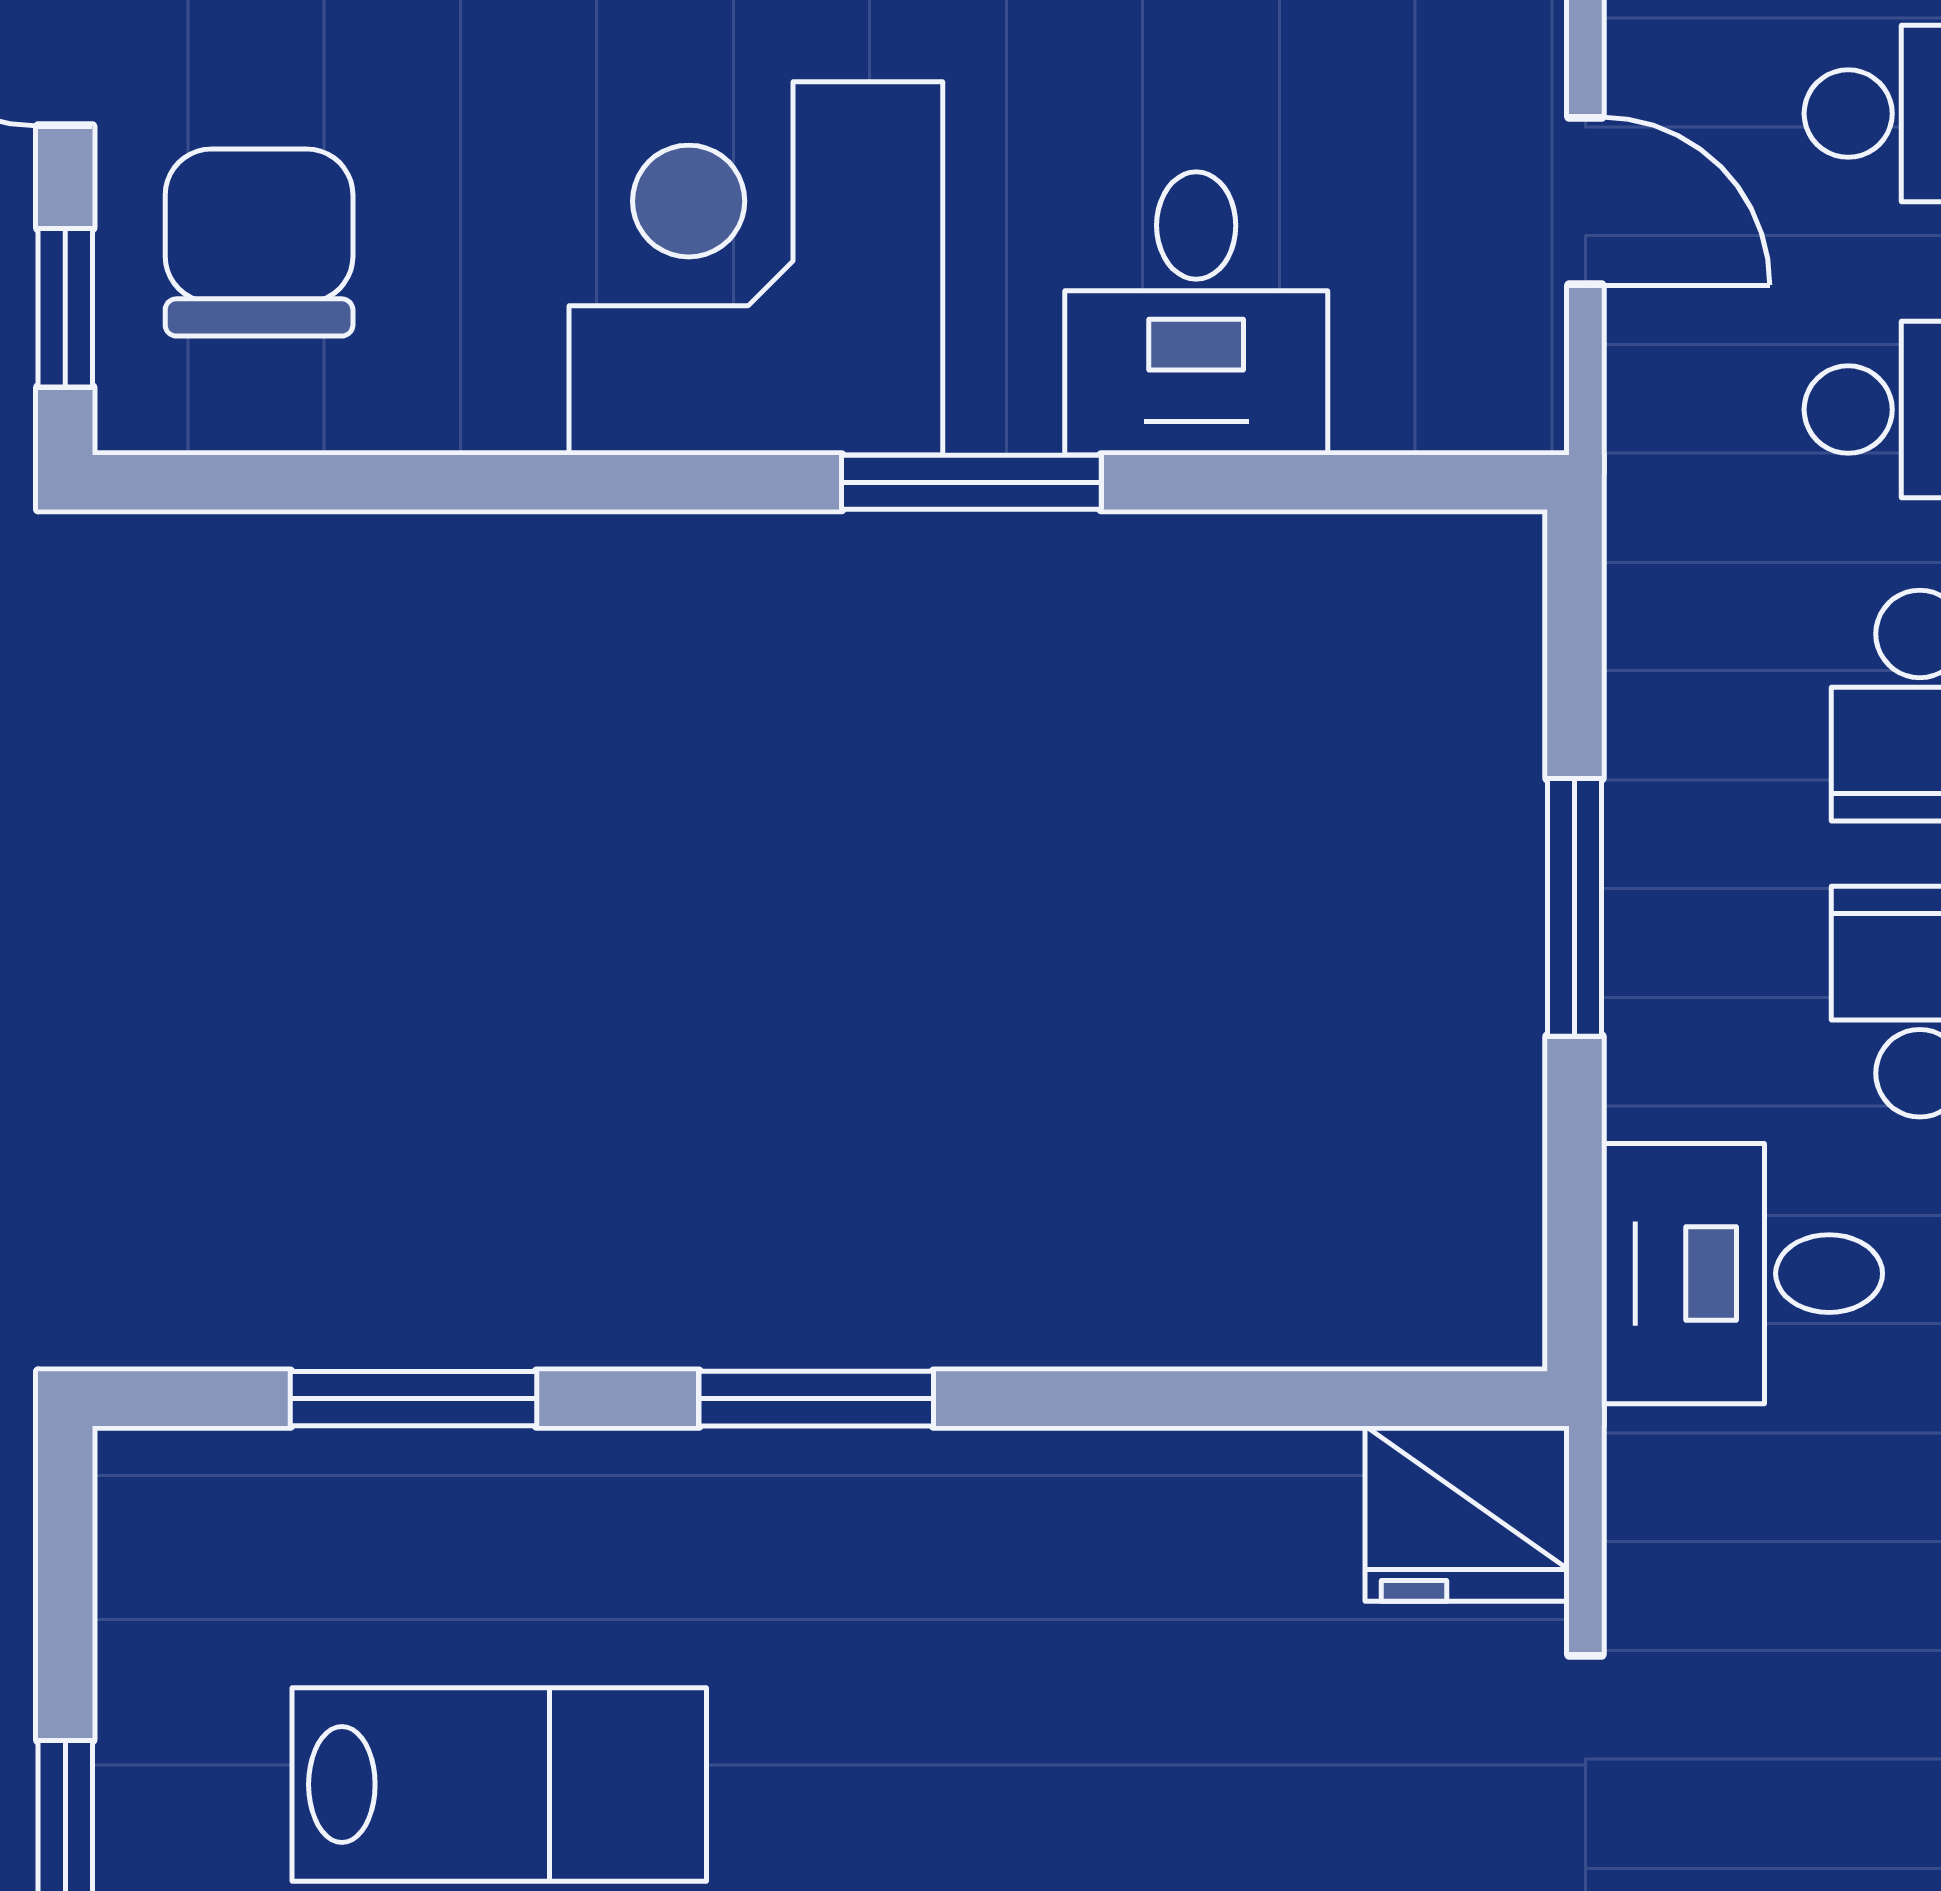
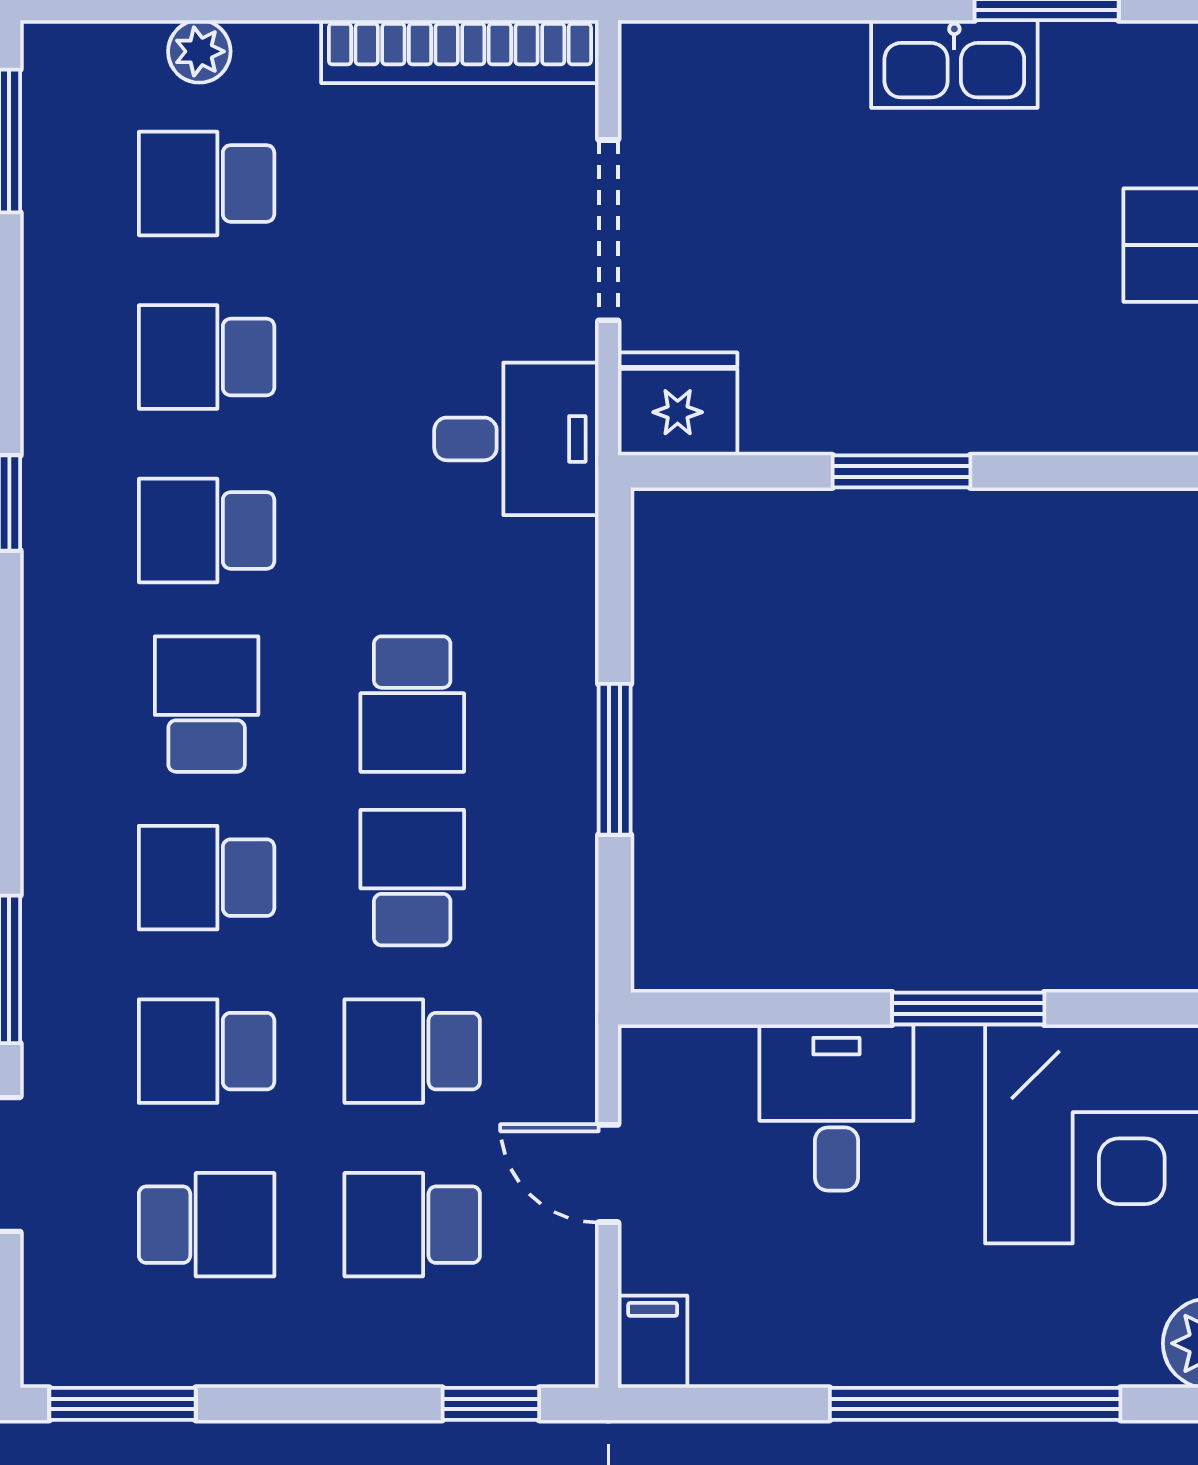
desk: (1742, 1274) -> (516, 439), moved
window: (816, 1399) -> (901, 471), moved

